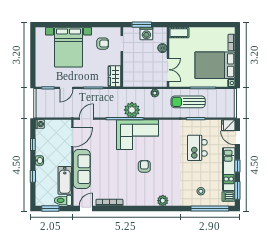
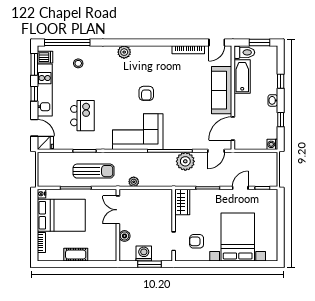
cot: (179, 33) -> (76, 255), moved
plant: (132, 110) -> (185, 161), moved
corner sofa: (137, 135) -> (138, 132), moved

